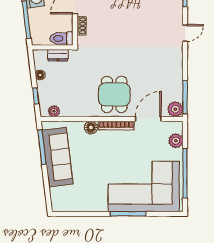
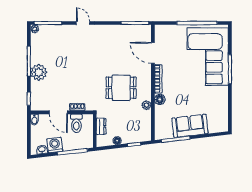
toilet: (61, 38) -> (76, 123), moved
dining table: (114, 94) -> (121, 88), moved
plant: (175, 109) -> (145, 31), removed
plant: (54, 111) -> (146, 105), moved
plant: (176, 141) -> (171, 31), removed
sofa: (57, 157) -> (190, 126), width x0.73

